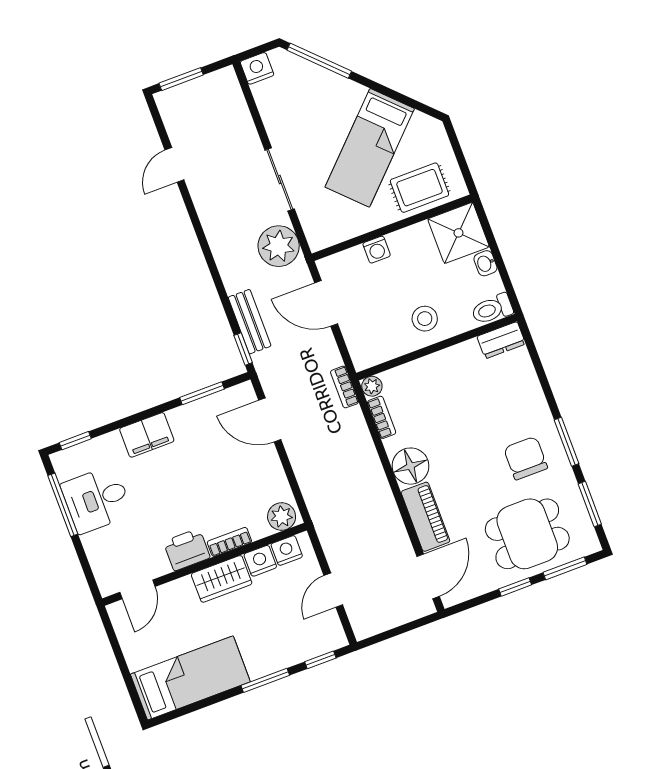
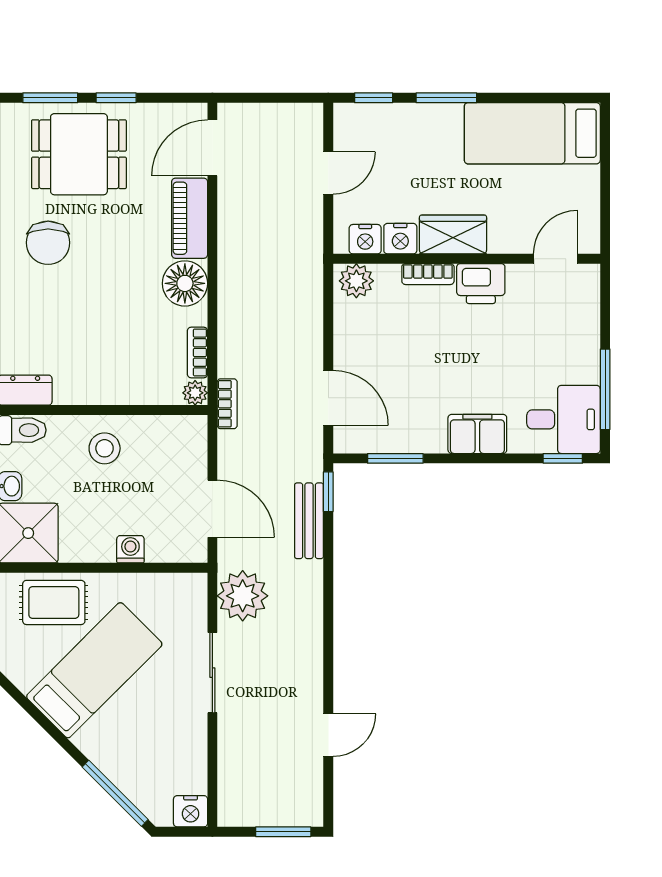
desk: (97, 499) -> (564, 419), moved

